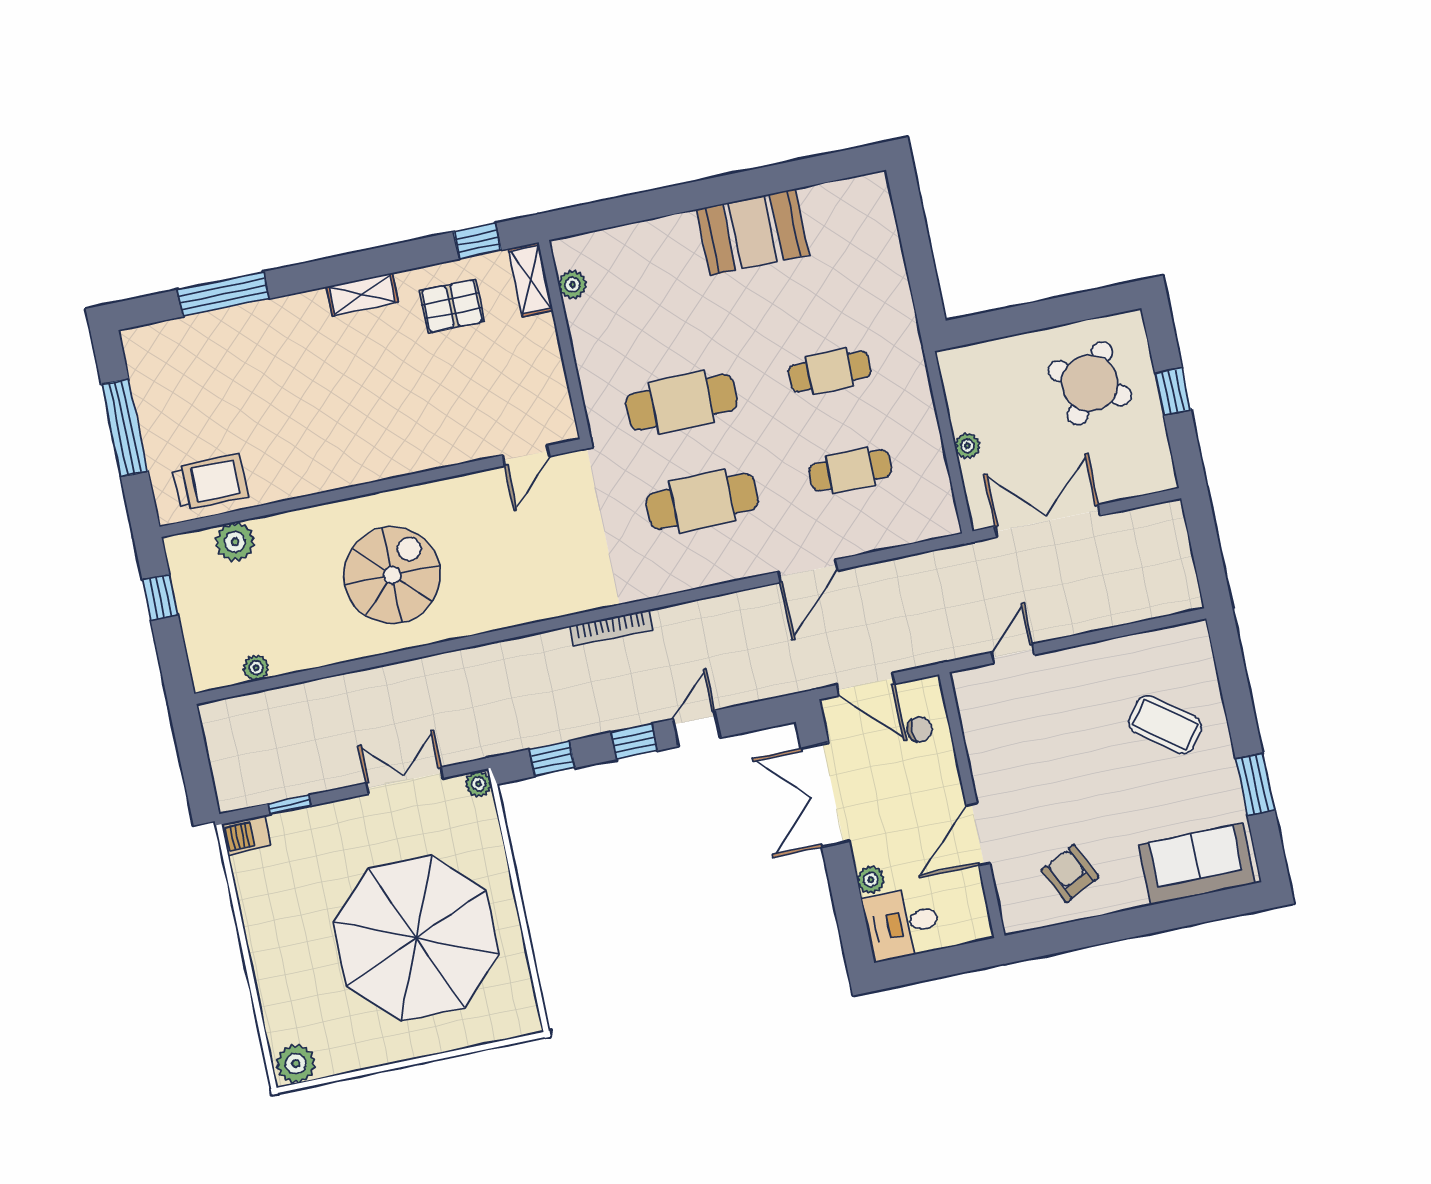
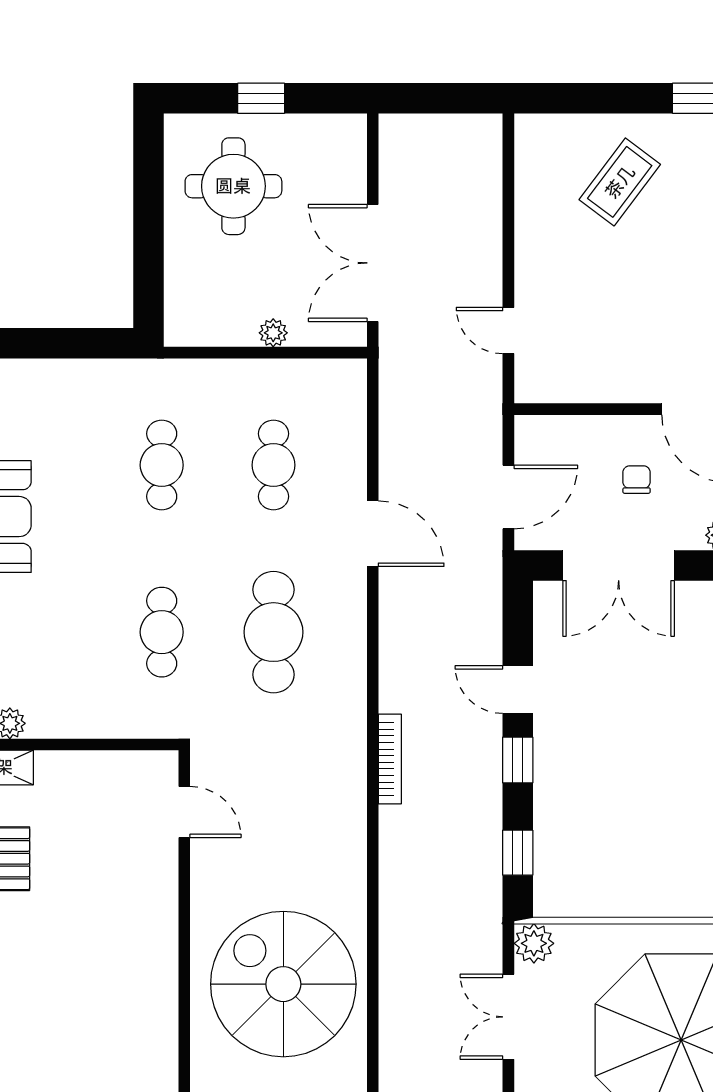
round table: (1090, 383) -> (233, 186), turned -33
cafe table: (682, 402) -> (162, 632), width x0.73, depth x0.74
spiral stairs: (392, 575) -> (283, 984), width x1.37, depth x1.37
chair: (919, 729) -> (637, 480), moved
plant: (478, 784) -> (534, 943), width x1.38, depth x1.38

